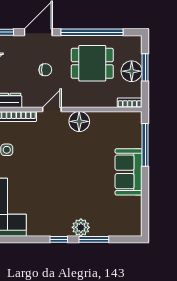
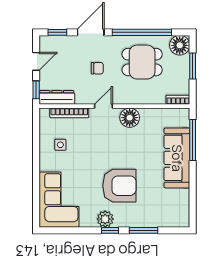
floor lamp: (132, 71) -> (180, 45), moved
sofa: (129, 172) -> (177, 158), width x1.36
armchair: (68, 193) -> (119, 186), added
plant: (81, 227) -> (105, 219), moved

